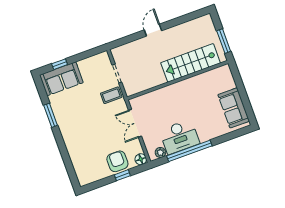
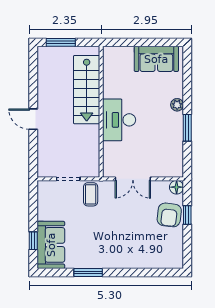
window: (224, 41) -> (61, 42), moved
desk: (180, 137) -> (119, 120), moved, turned 180
window: (189, 151) -> (187, 128), width x0.47
plant: (160, 153) -> (177, 105), moved
armchair: (117, 161) -> (169, 215), turned -83

